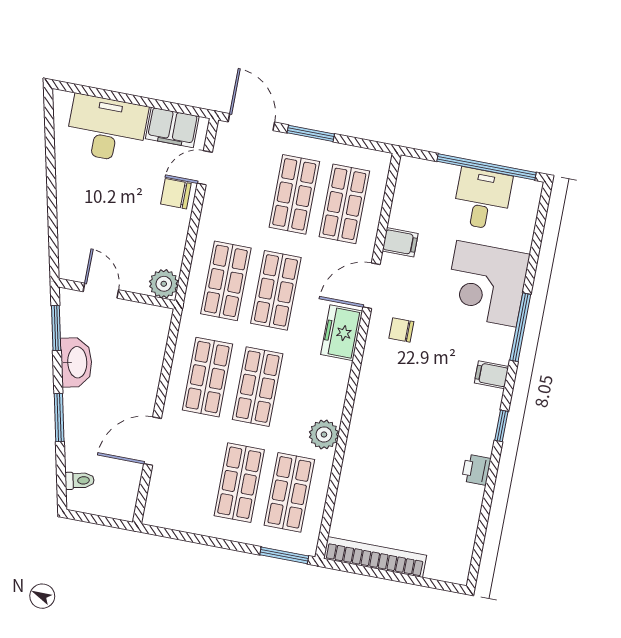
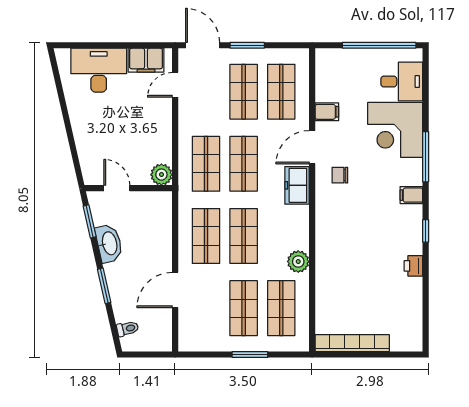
chair: (176, 194) -> (158, 108), removed
desk: (482, 199) -> (402, 81), moved, turned 90
window: (284, 555) -> (250, 355), moved

